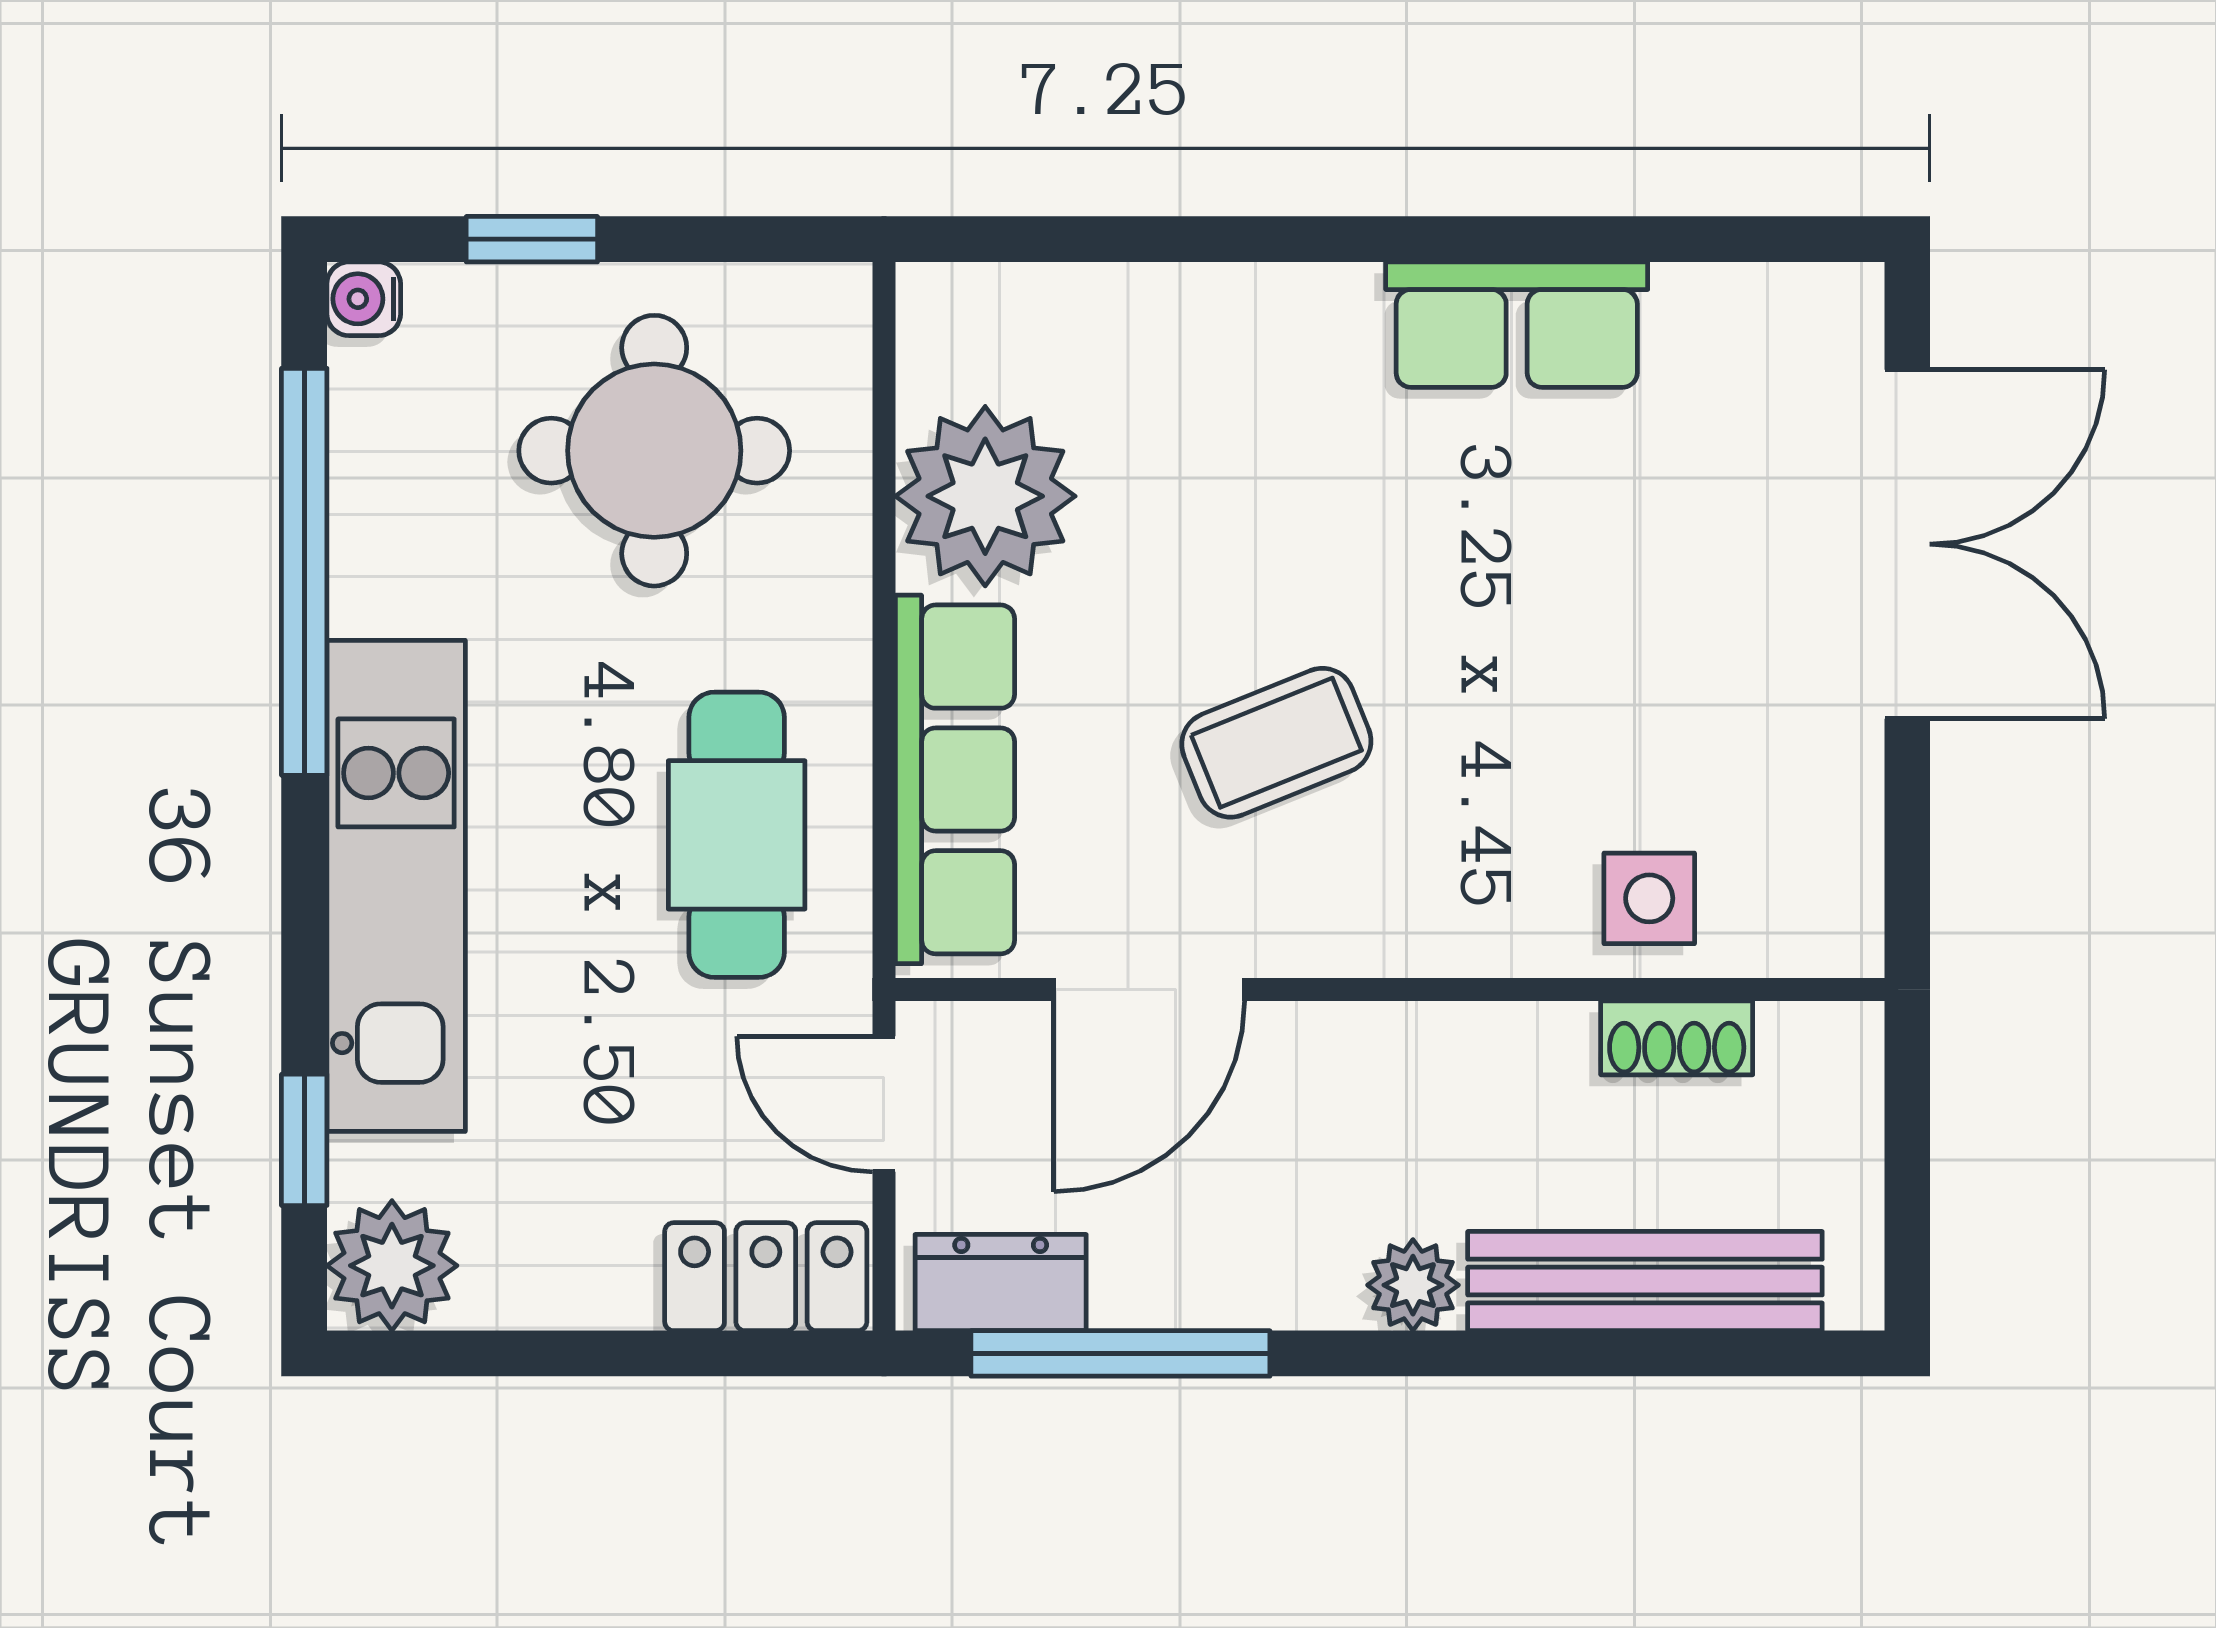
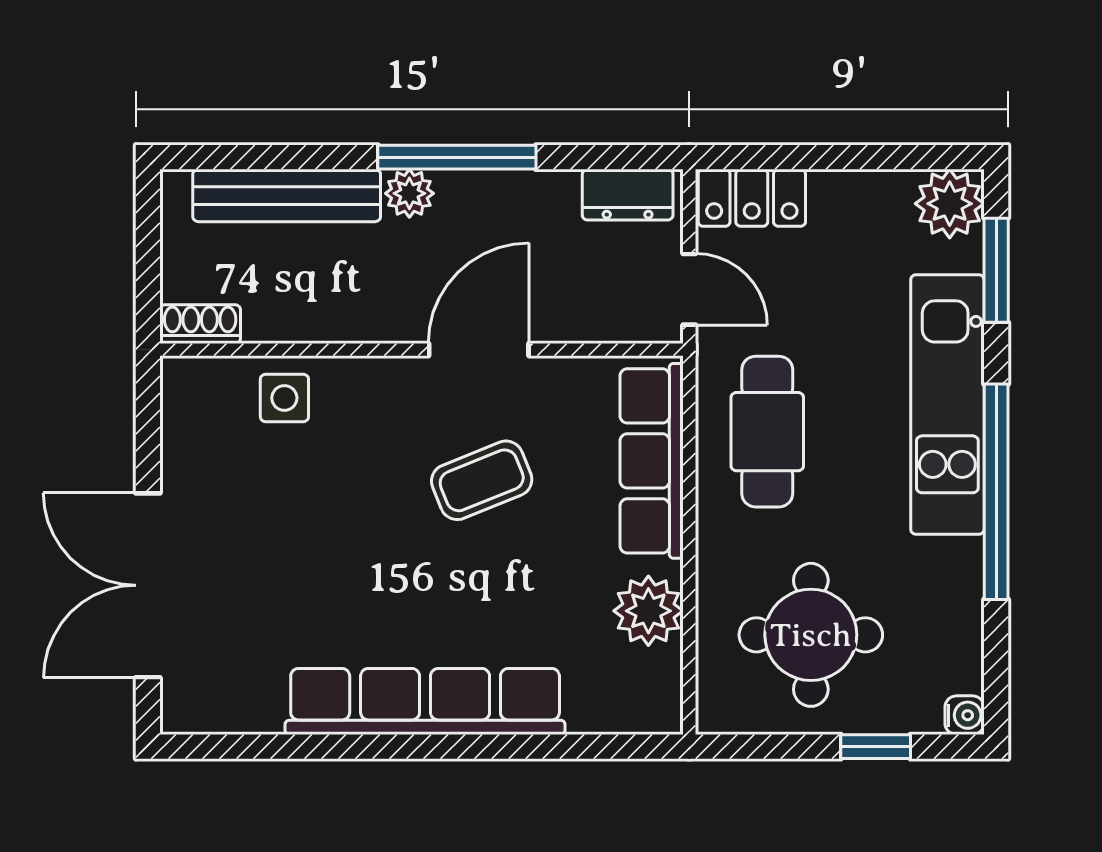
row of seats: (1517, 325) -> (425, 702), width x2.02
plant: (985, 496) -> (648, 611), width x0.73, depth x0.73
window: (304, 572) -> (996, 492), moved
door: (1149, 990) -> (479, 350), moved
shoe rack: (1677, 1038) -> (200, 324), moved
window: (304, 1140) -> (996, 270), width x1.50
window: (1120, 1353) -> (457, 157), moved

